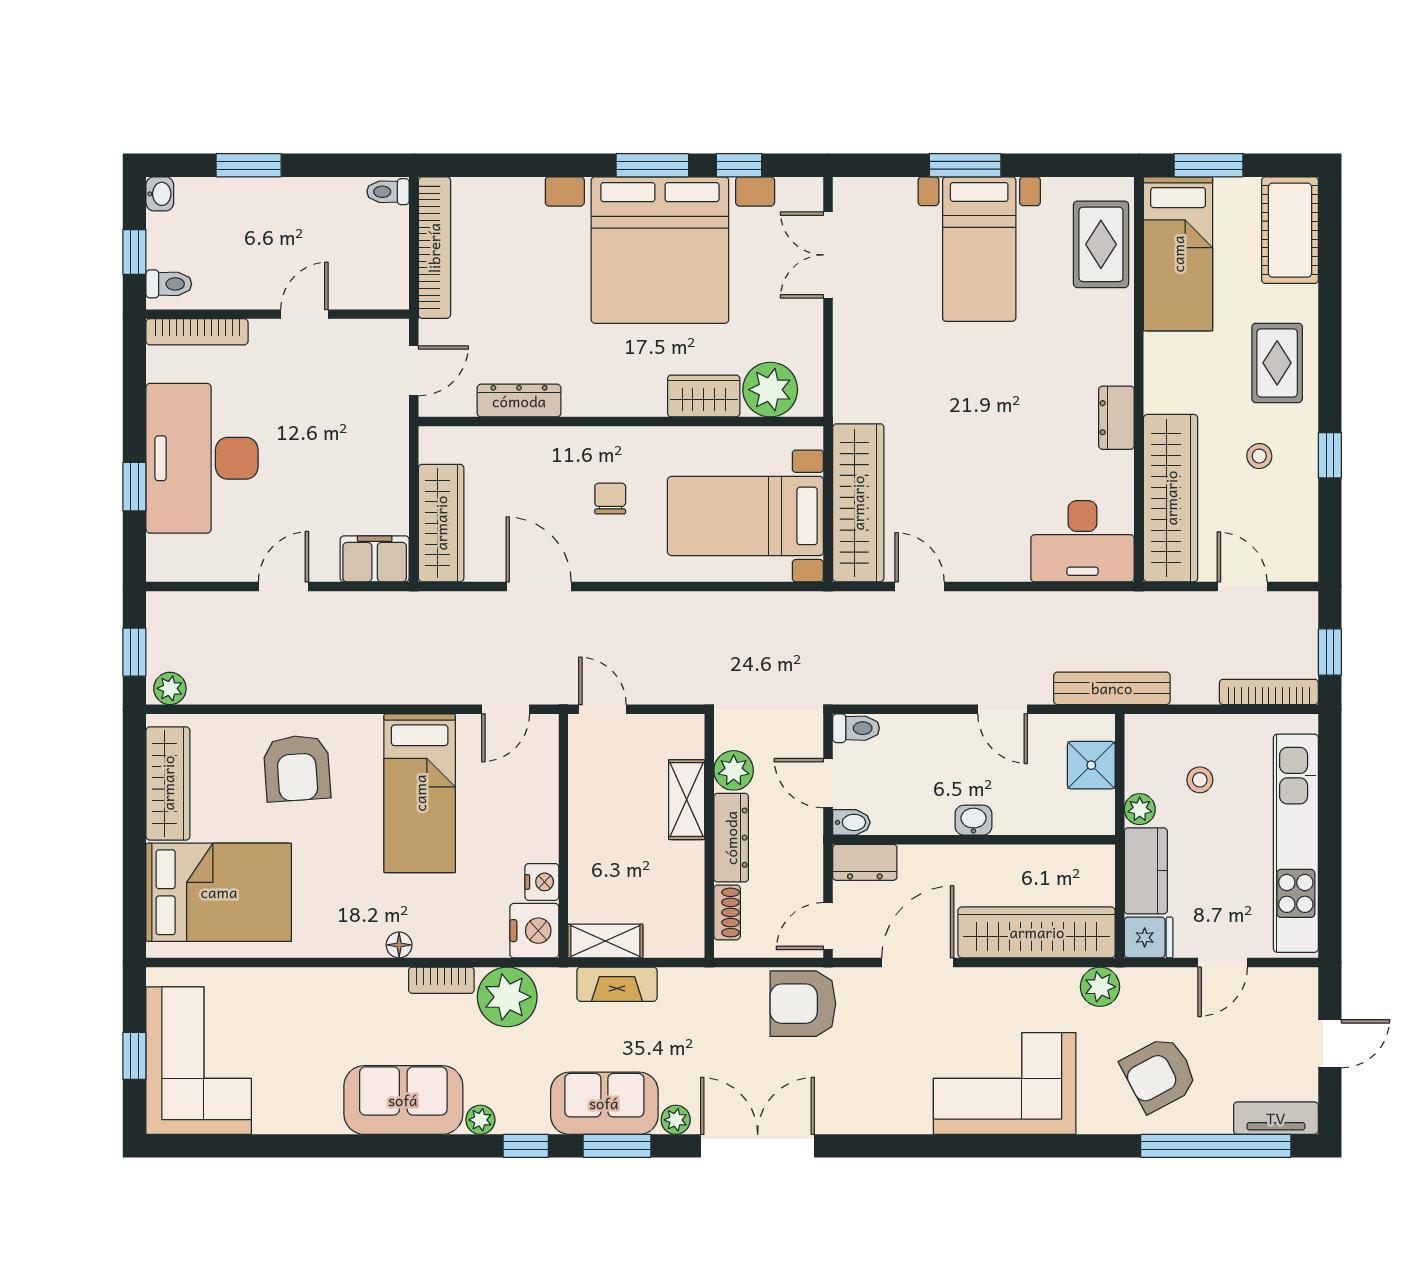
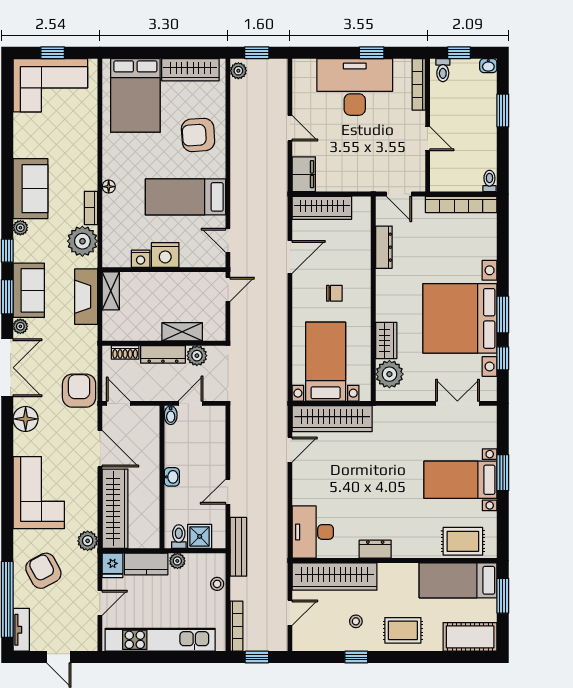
window: (134, 487) -> (372, 53), moved
toilet: (856, 728) -> (179, 537), moved, turned 180
stool: (1200, 780) -> (217, 584), moved
dresser: (865, 862) -> (150, 422), removed
nightstand: (534, 931) -> (165, 255), moved
door: (1223, 962) -> (100, 603), swing flipped
fireplace: (617, 984) -> (86, 297), width x1.37, depth x1.32
floor lamp: (859, 1110) -> (26, 419), added

